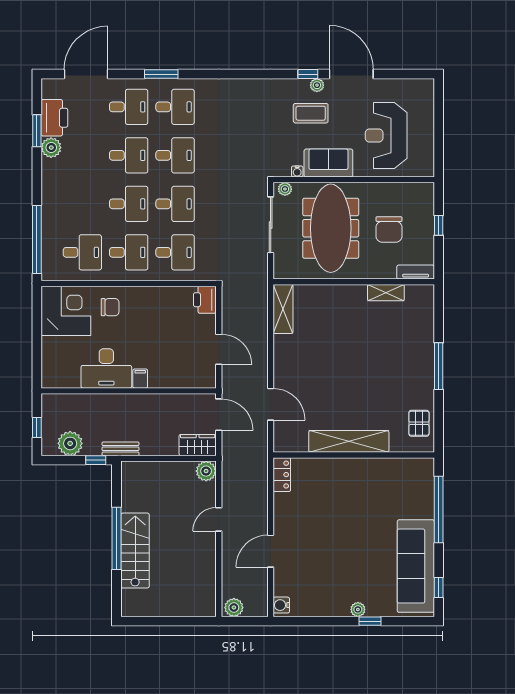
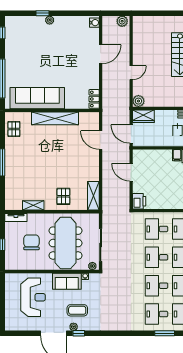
pallet: (334, 308) -> (63, 196), added
sofa: (416, 566) -> (37, 98), moved, turned -90

